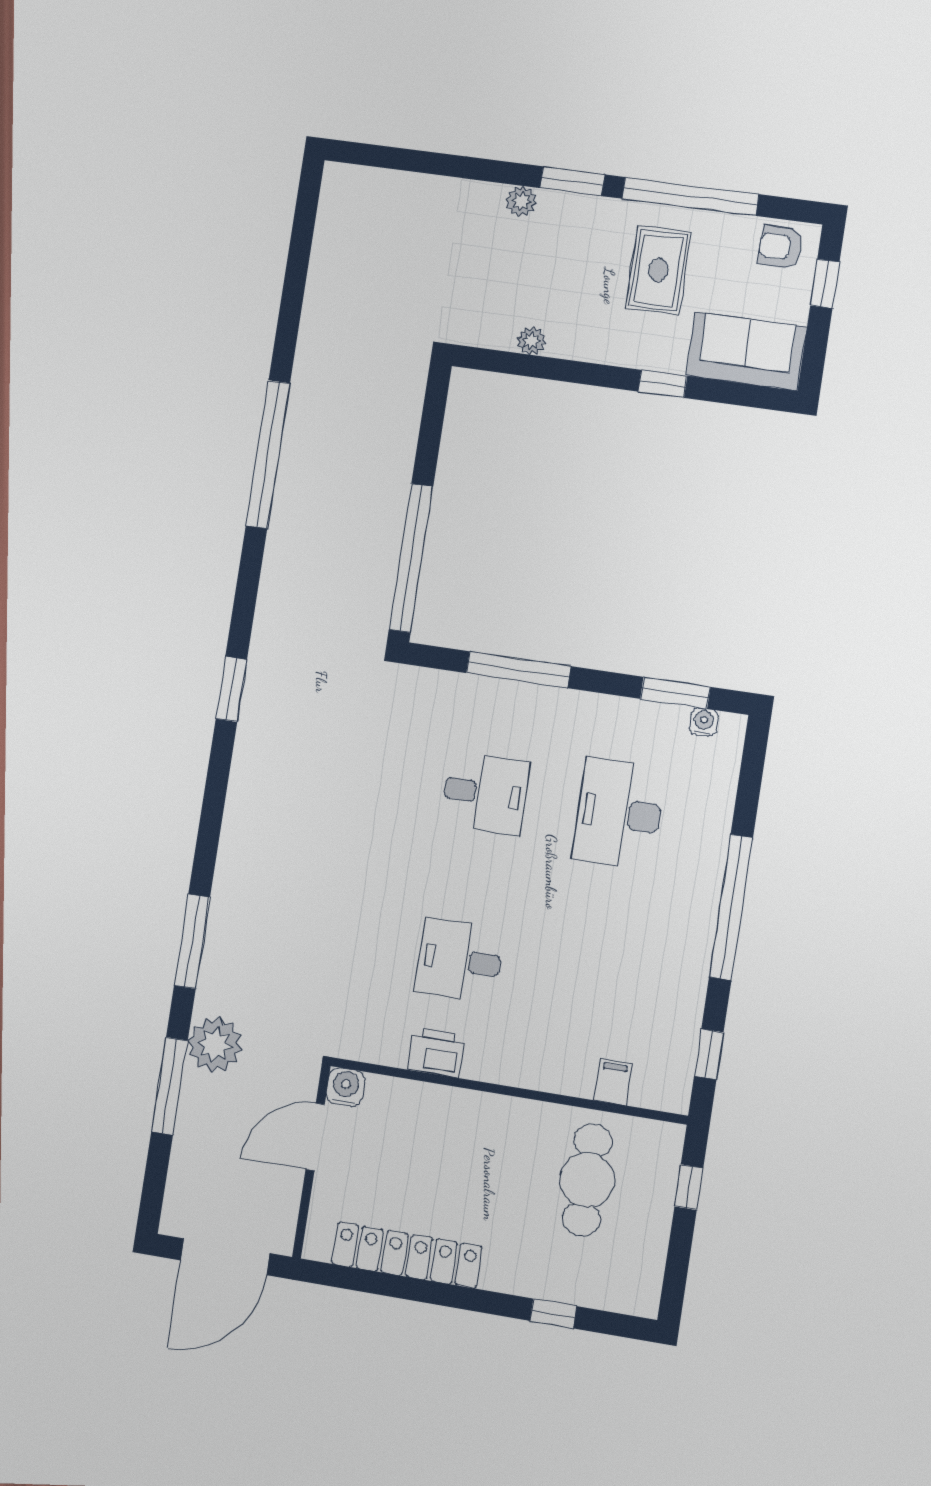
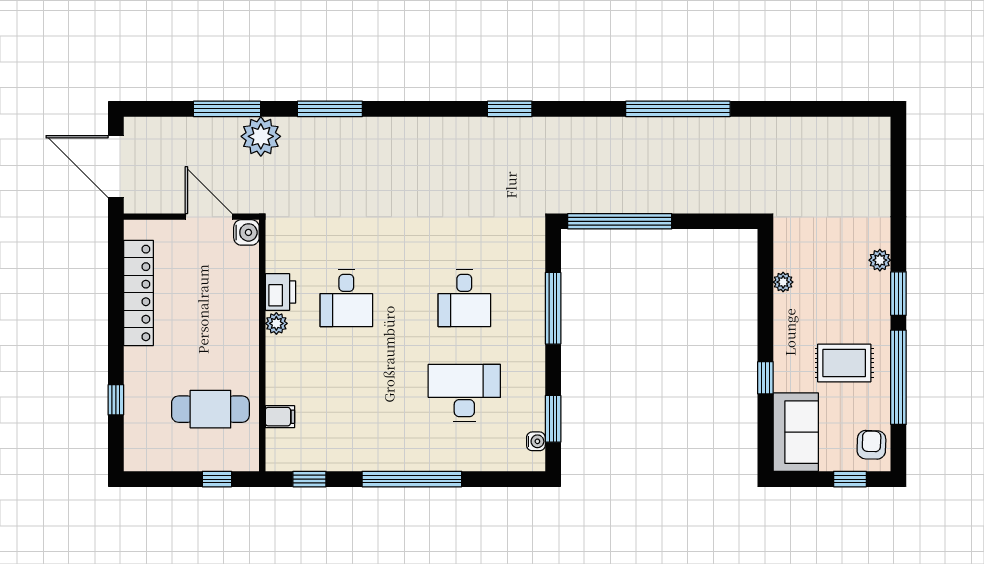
desk: (460, 960) -> (346, 298), turned 180
plant: (480, 1066) -> (276, 323), added

